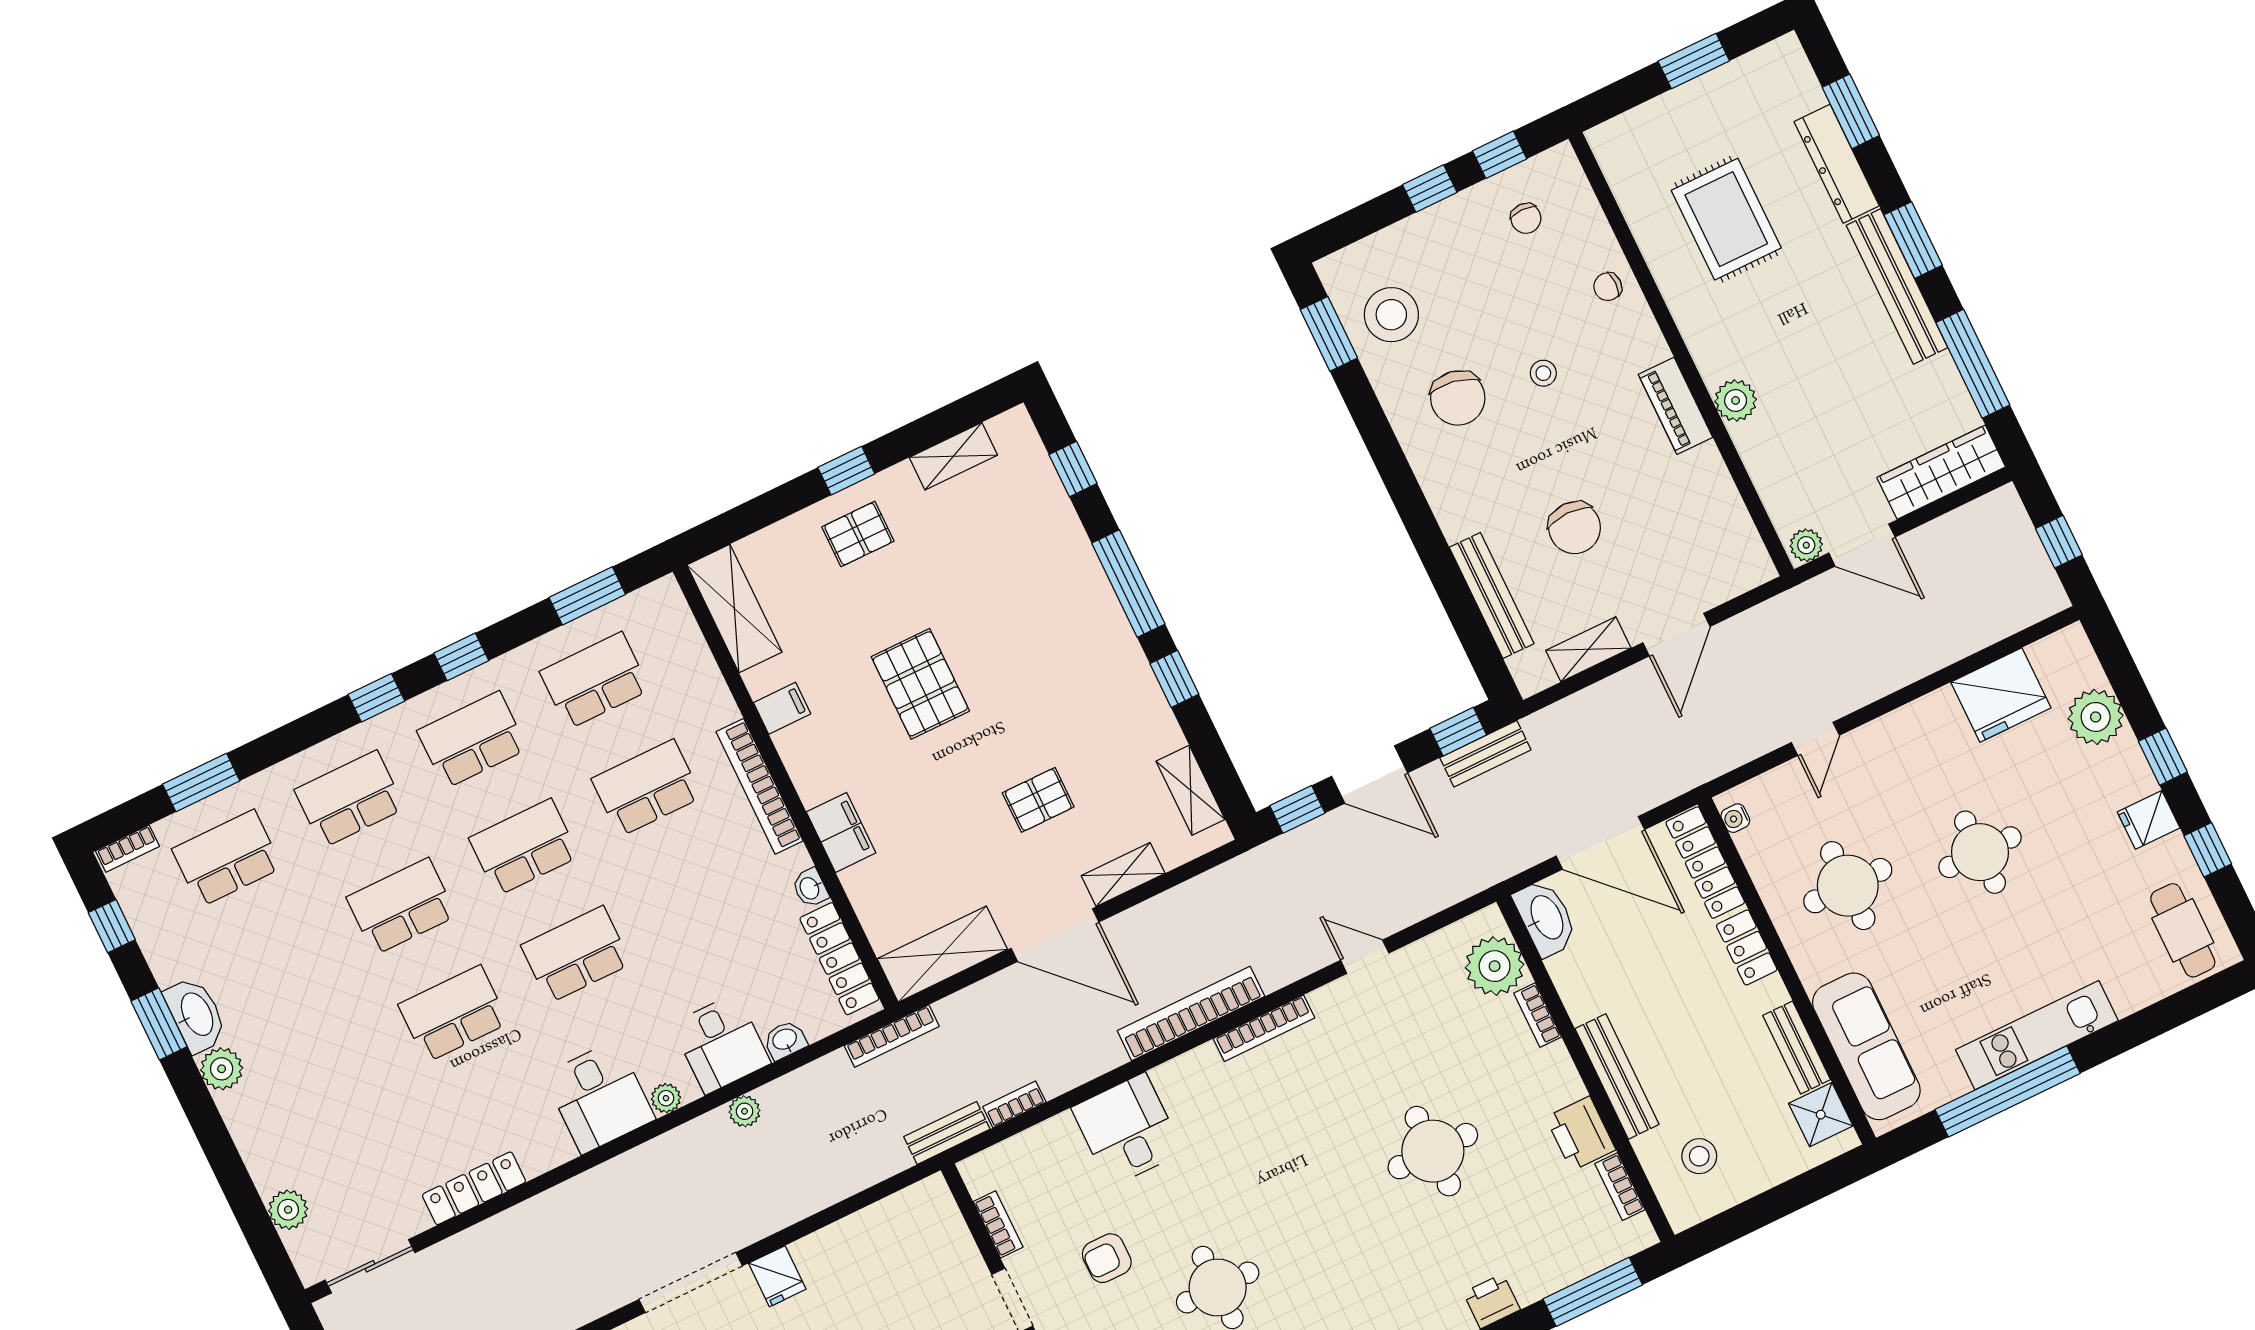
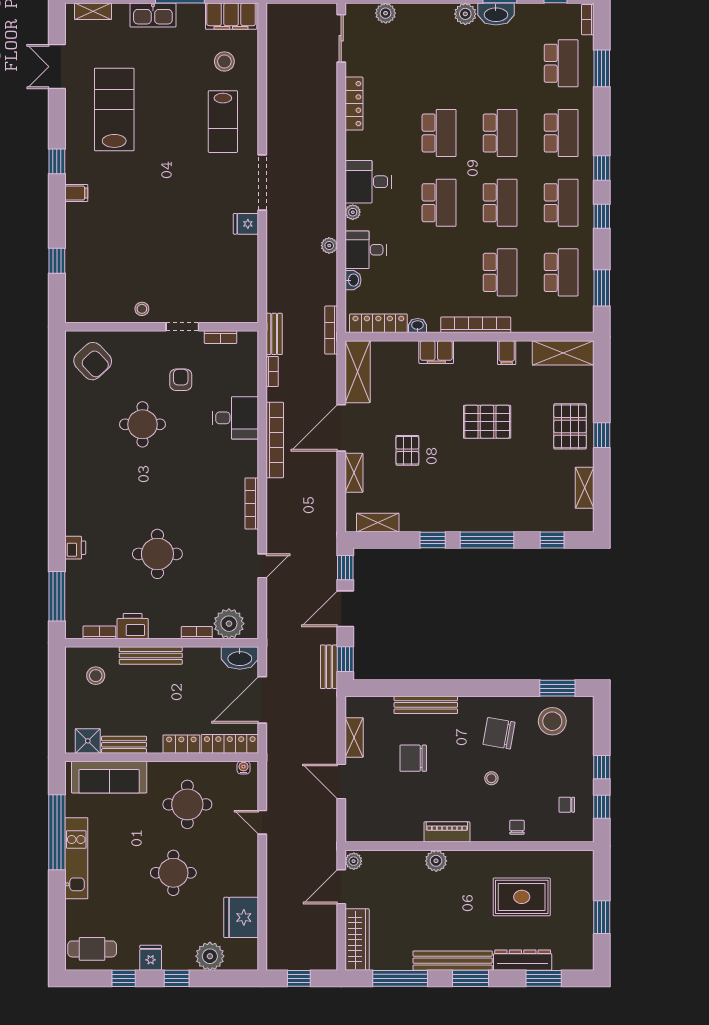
pallet: (858, 534) -> (570, 426), width x1.50, depth x1.42
bench: (1492, 595) -> (426, 705), moved
bookcase: (1191, 1013) -> (275, 440), moved

